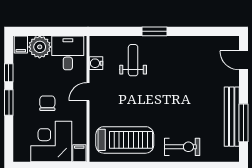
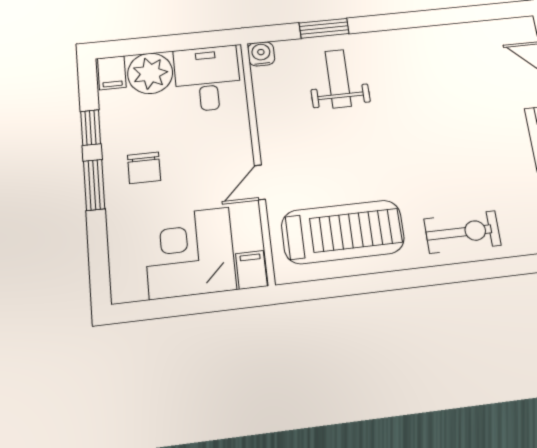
window: (155, 31) -> (324, 28), moved
water cooler: (96, 63) -> (261, 54), moved, turned 90
door: (88, 92) -> (260, 182), moved
chair: (47, 103) -> (144, 168), moved, turned 180

